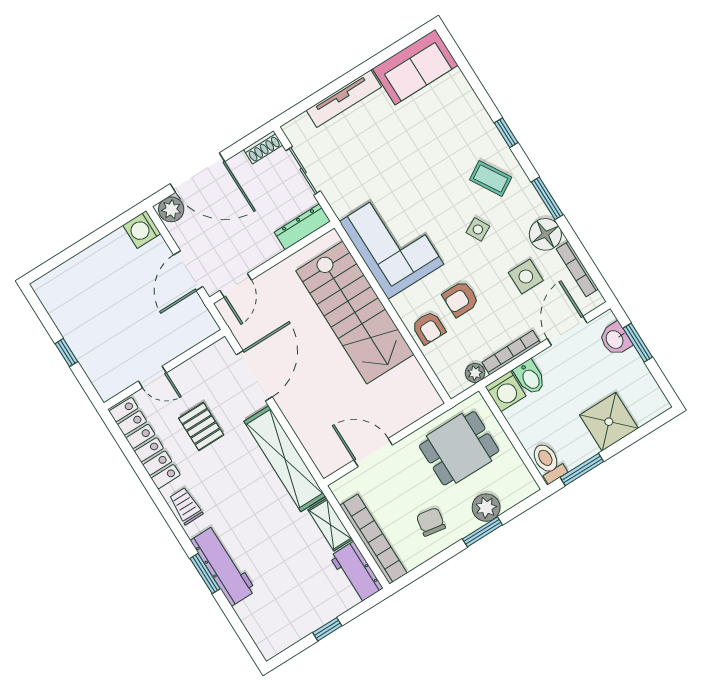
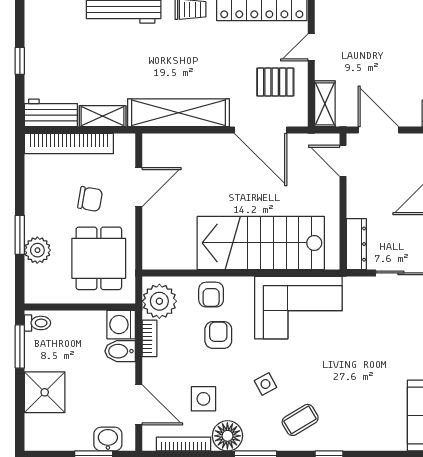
armchair: (429, 328) -> (211, 295), turned -90
shelving: (195, 333) -> (325, 104), added
bookcase: (511, 353) -> (150, 338), width x0.64
plant: (475, 373) -> (159, 301), width x1.88, depth x1.88
pallet: (201, 427) -> (275, 82), moved
toilet: (548, 462) -> (37, 323), width x0.73, depth x0.72
chair: (431, 522) -> (90, 199), moved

